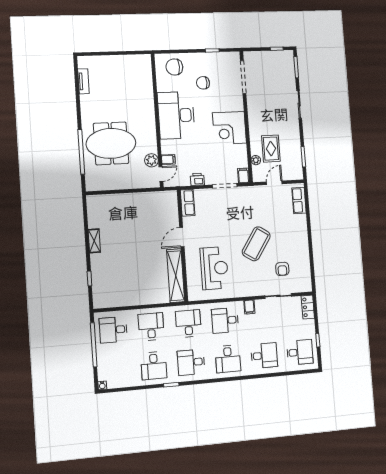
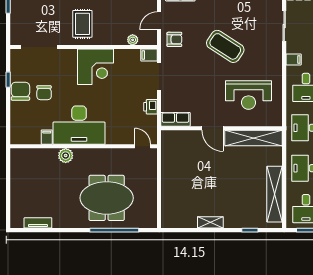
chair: (174, 67) -> (20, 91), moved, turned 180
meeting table: (111, 143) -> (107, 198), turned 90
rug: (271, 149) -> (82, 24), moved, turned 90
plant: (151, 160) -> (66, 156), moved
filing cabinet: (168, 160) -> (47, 137), moved
door: (274, 183) -> (159, 21), hinge flipped
reception desk: (214, 268) -> (249, 95), turned 180
armchair: (282, 269) -> (174, 39), moved
shelving: (125, 299) -> (275, 194), added

